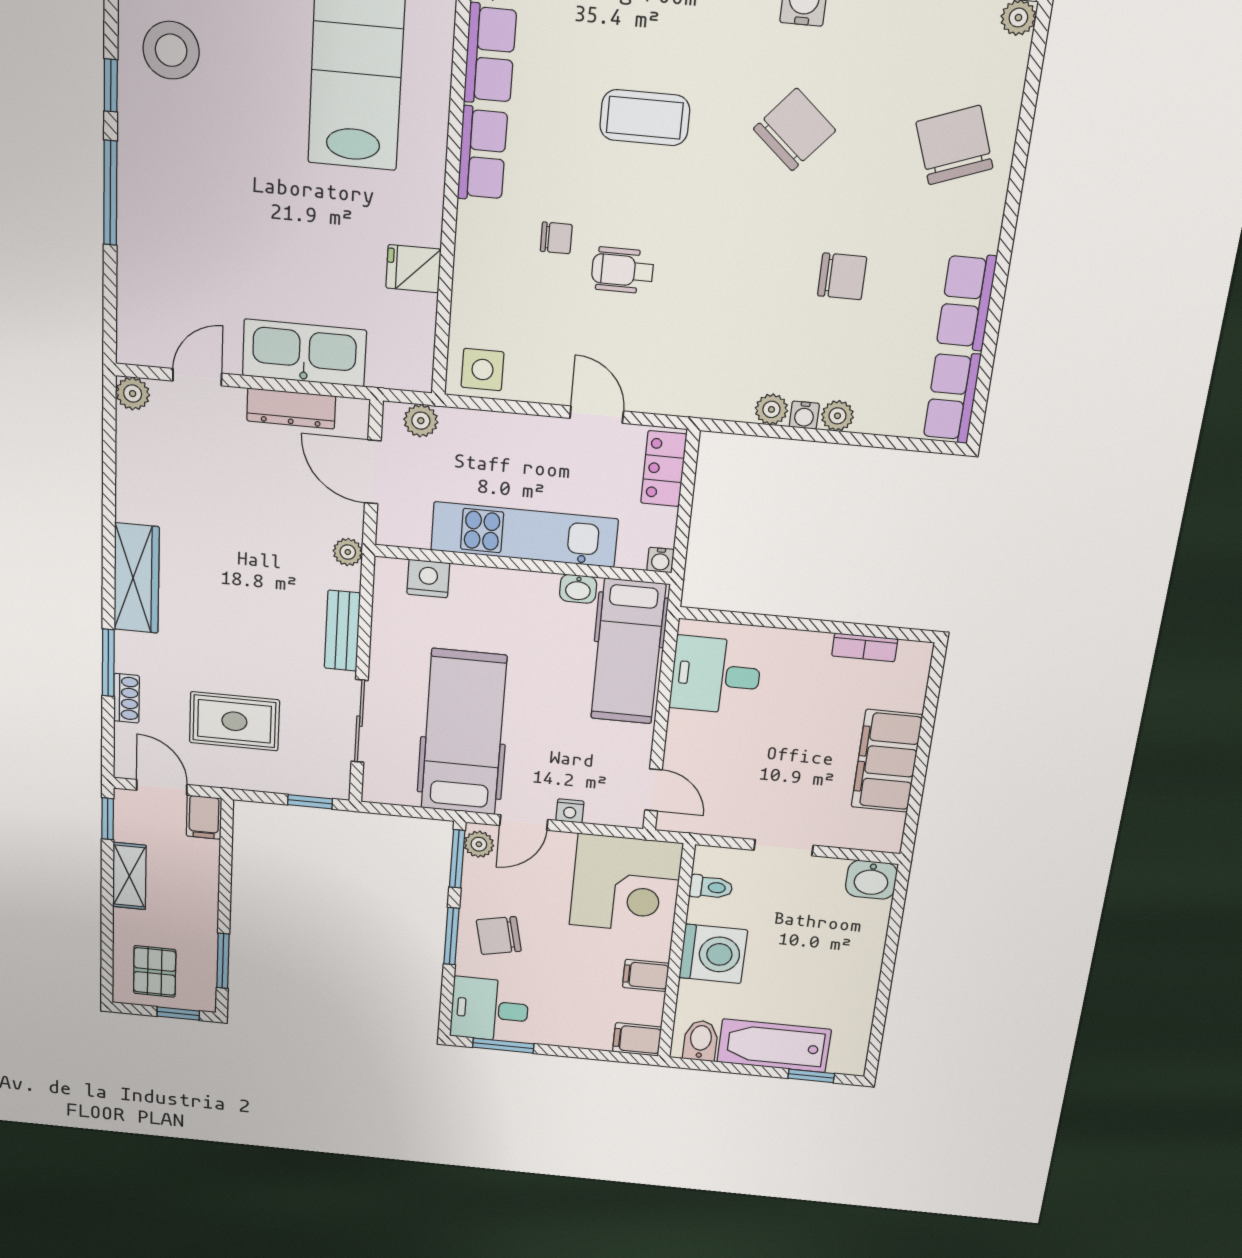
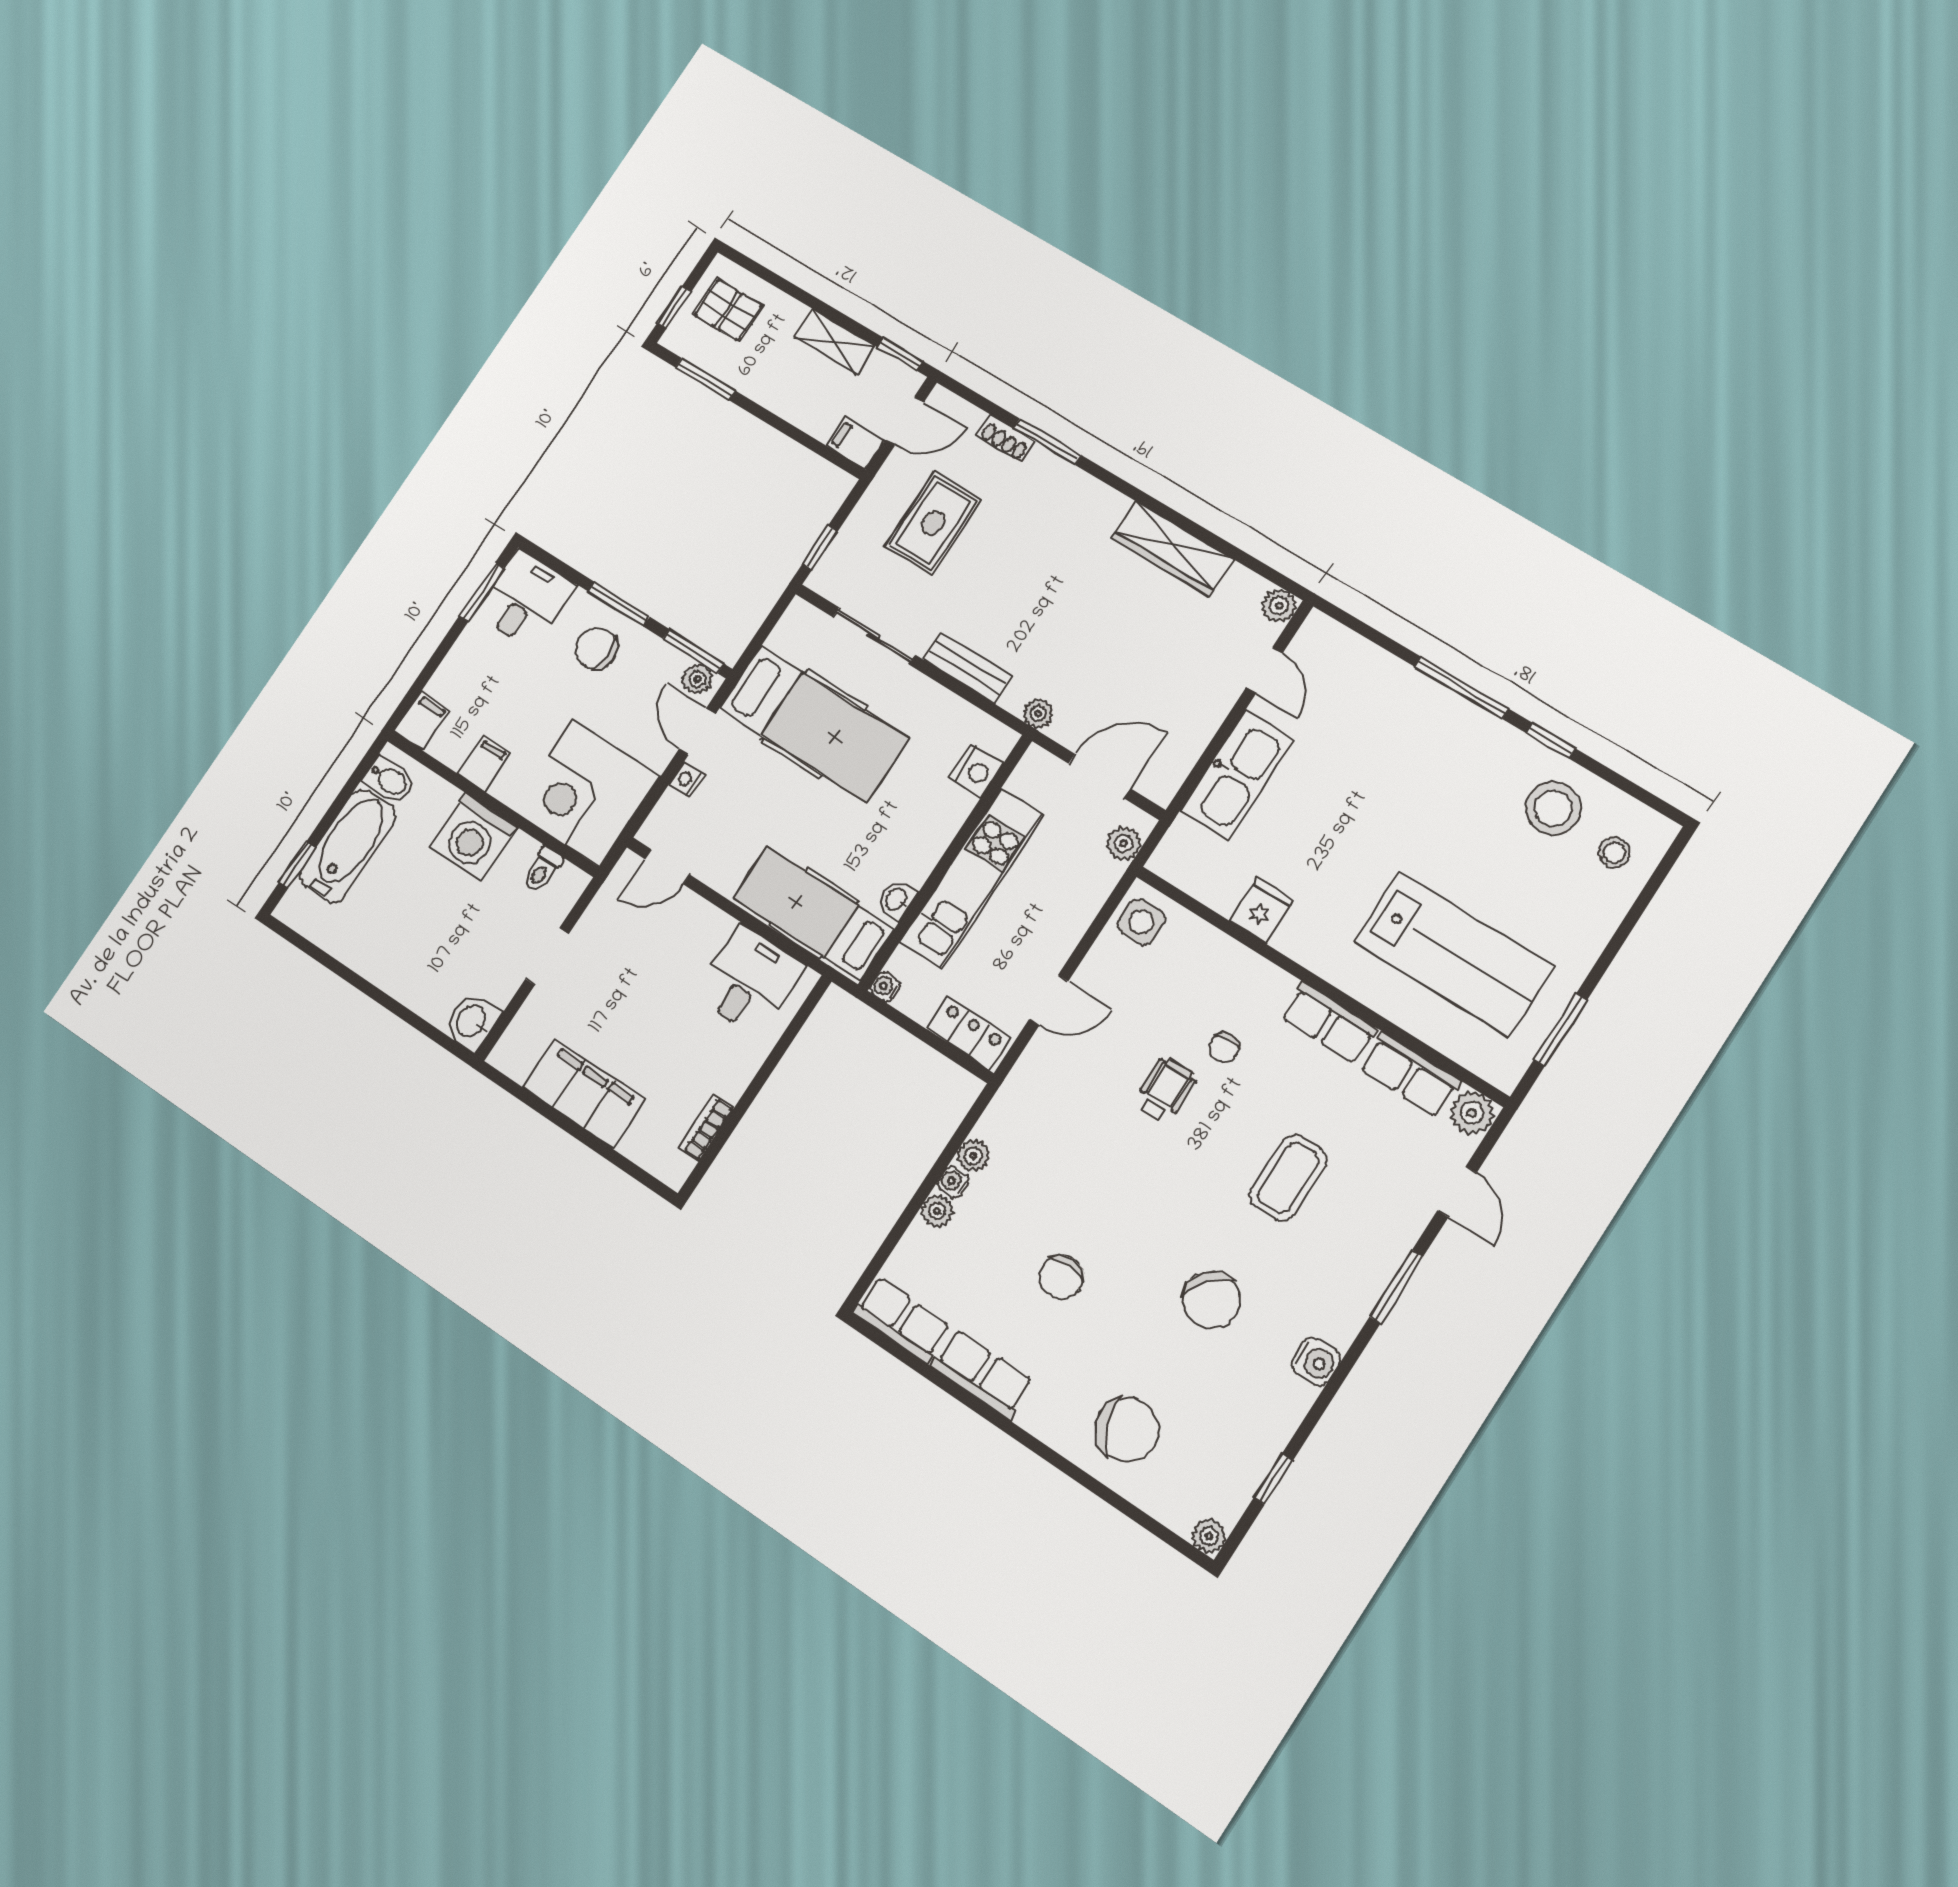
dresser: (291, 408) -> (1194, 736), removed
wardrobe: (137, 578) -> (1172, 548), moved
chair: (499, 936) -> (596, 648), turned -78

